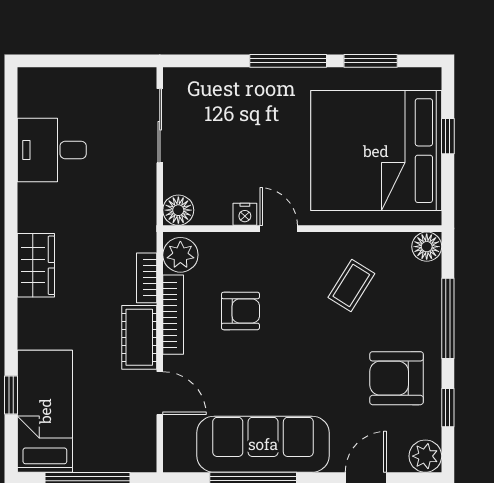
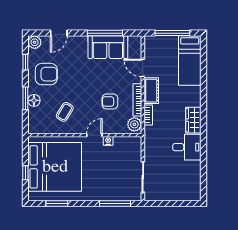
window: (288, 61) -> (115, 203), moved
desk: (52, 150) -> (187, 147), moved
floor lamp: (178, 210) -> (135, 143), removed
door: (279, 229) -> (94, 135), swing flipped
floor lamp: (427, 247) -> (34, 100), moved
window: (448, 318) -> (25, 98), width x0.69
window: (11, 395) -> (204, 67), removed
sofa: (263, 444) -> (108, 47), width x0.73

